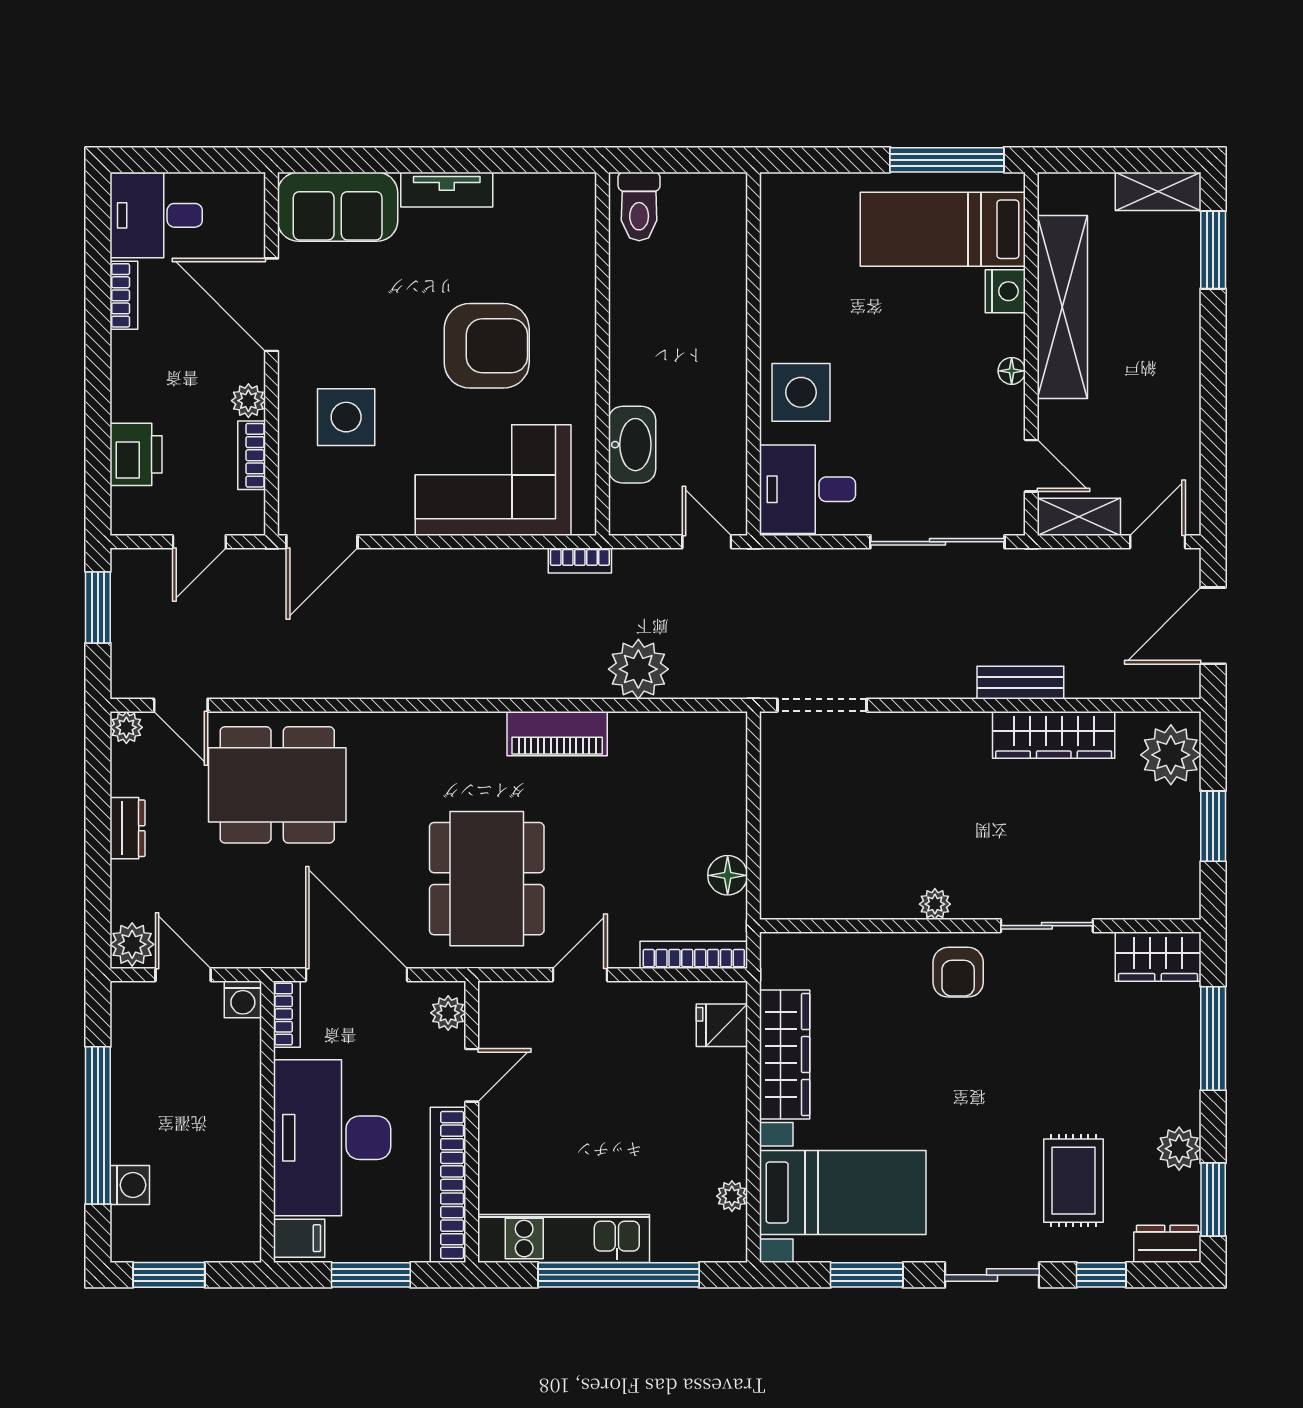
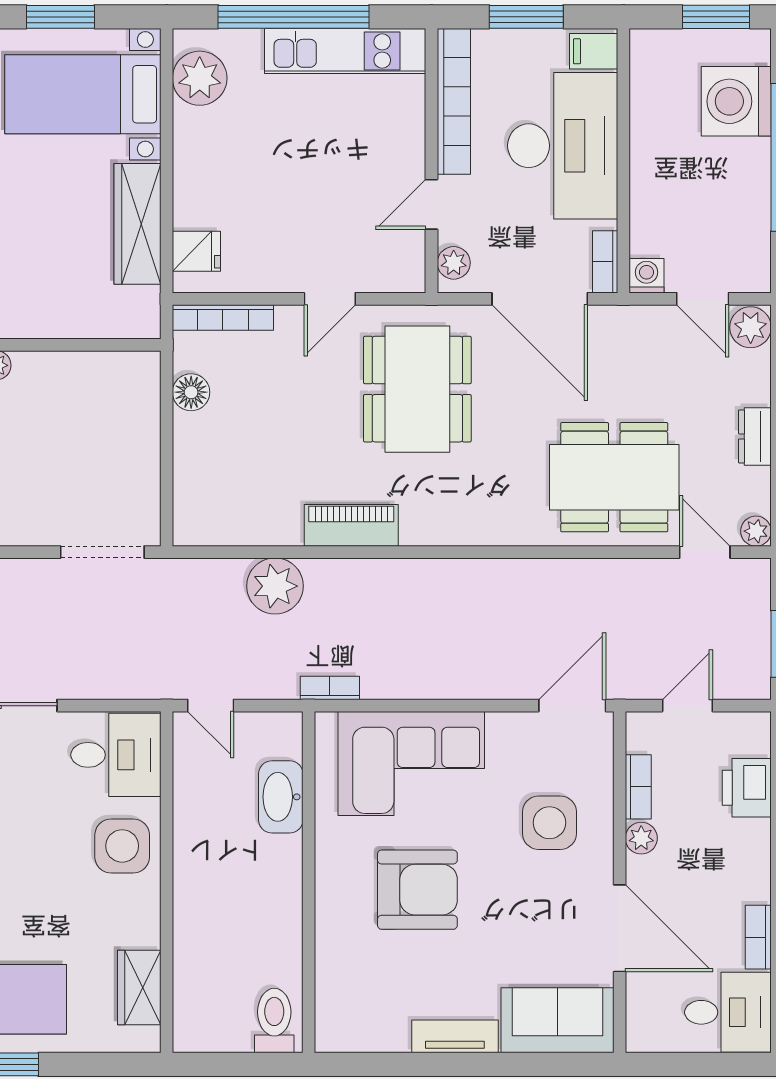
wardrobe: (783, 242) -> (139, 988), added
armchair: (487, 346) -> (417, 890), turned 180
washing machine: (130, 1185) -> (736, 101), width x1.89, depth x1.89
plant: (732, 1196) -> (200, 78), width x1.88, depth x1.88

